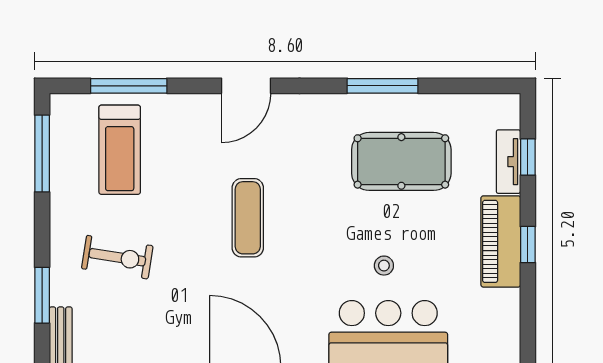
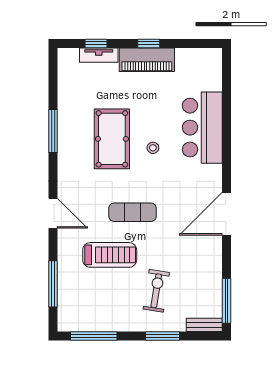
treadmill: (120, 150) -> (110, 255), moved
pool table: (401, 161) -> (112, 139), moved
stool: (384, 266) -> (153, 148), moved
window: (42, 295) -> (162, 336), moved

